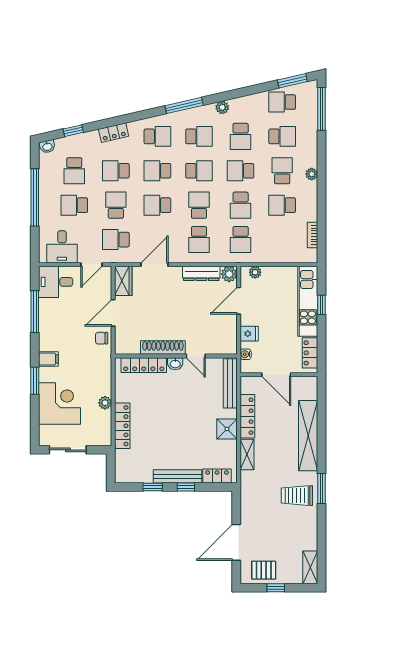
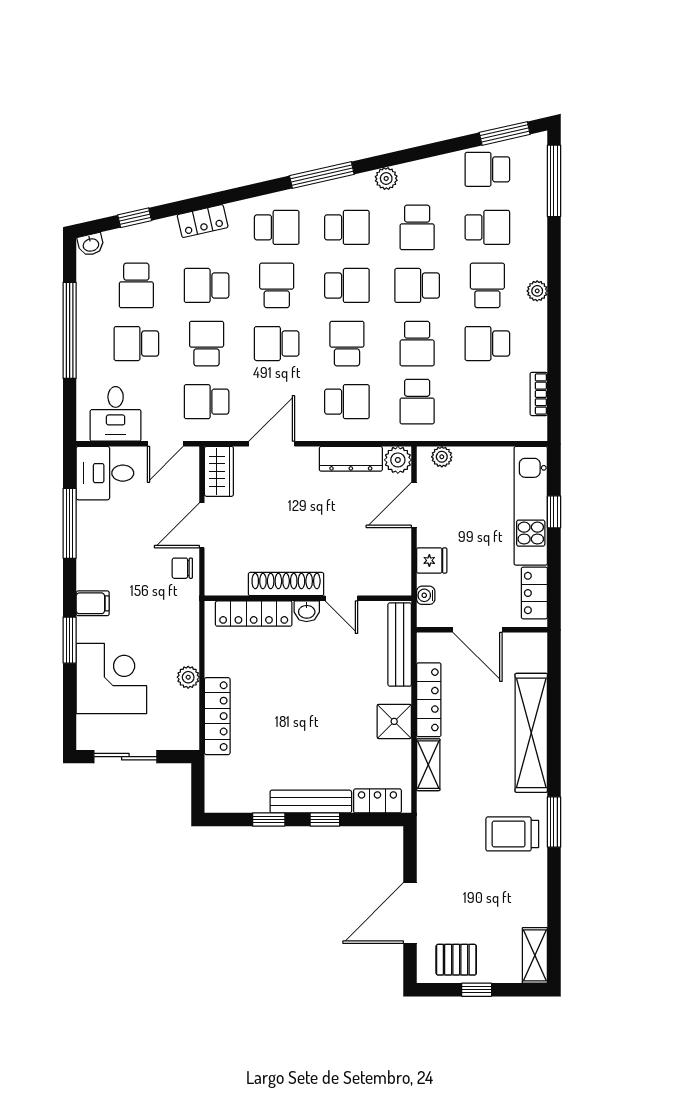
school desk: (157, 171) -> (277, 285), turned 90
school desk: (199, 240) -> (347, 402), turned -90

